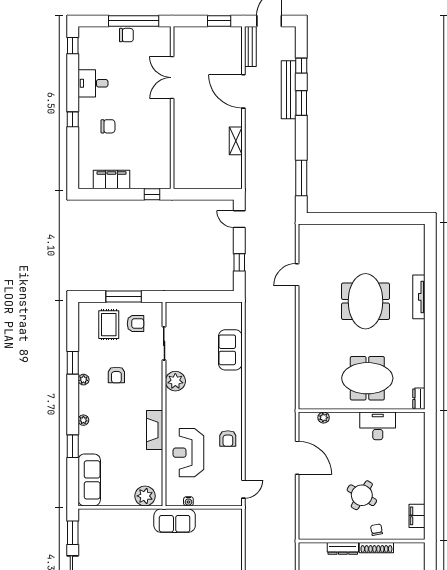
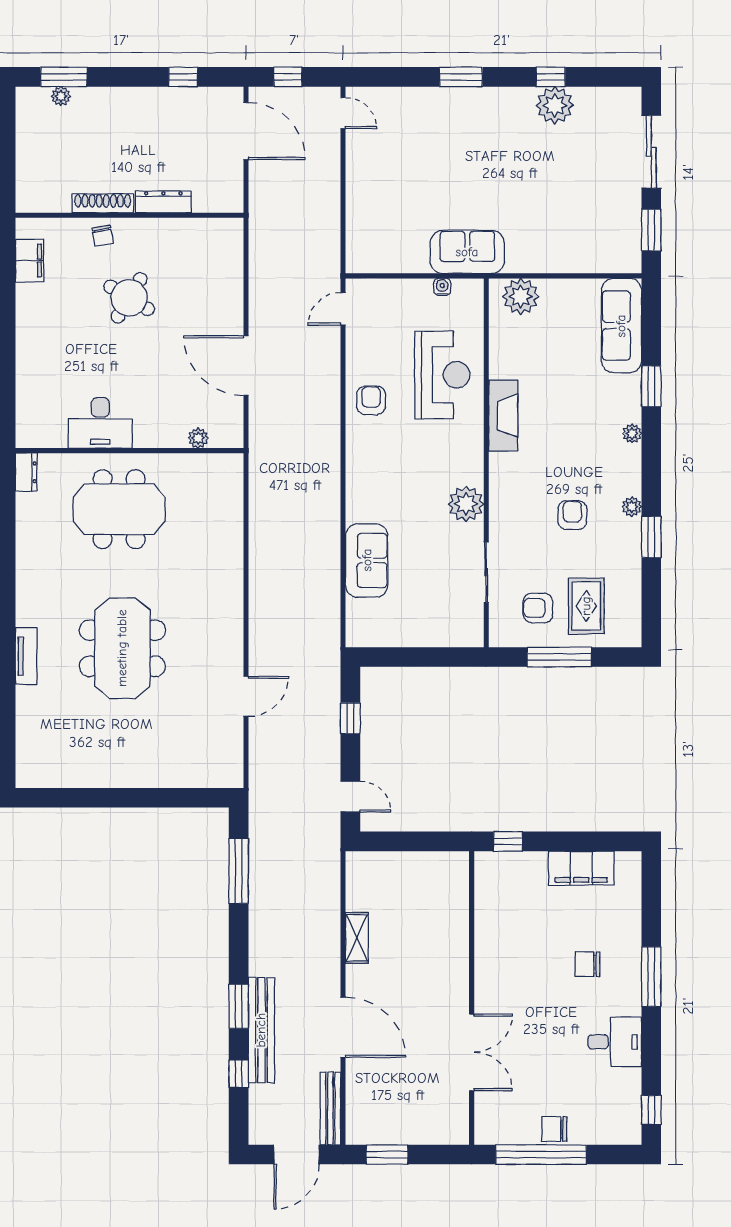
window: (73, 119) -> (651, 977), width x2.17
tv unit: (419, 297) -> (26, 656), width x0.71

